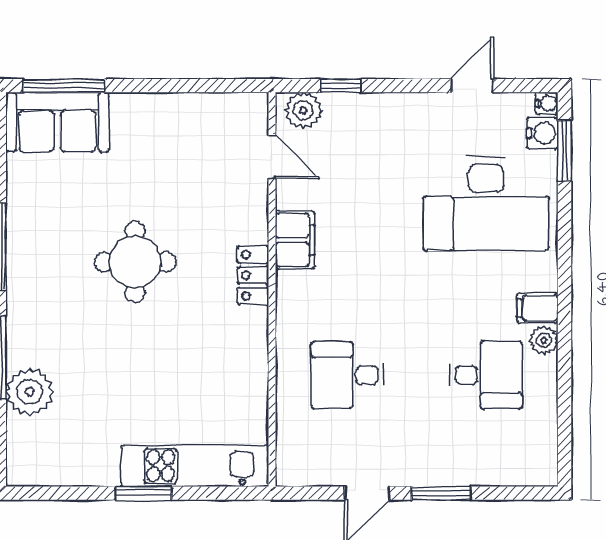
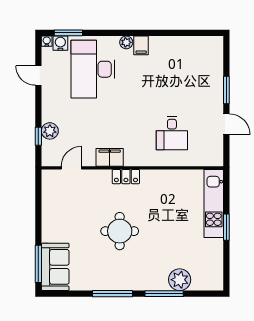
plant: (303, 110) -> (50, 131), moved
desk: (486, 204) -> (93, 69), turned 180
plant: (544, 340) -> (126, 42), moved
desk: (486, 375) -> (172, 69), removed

